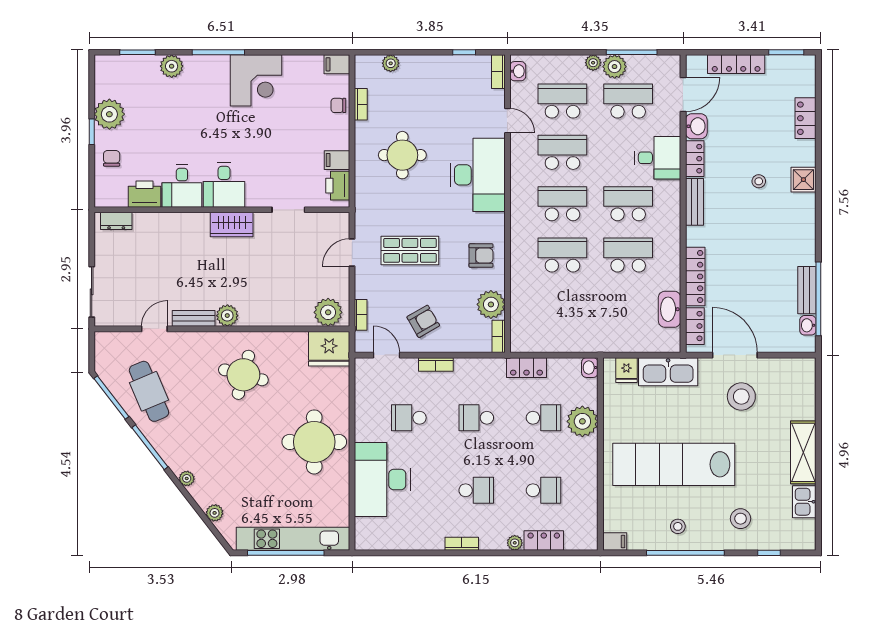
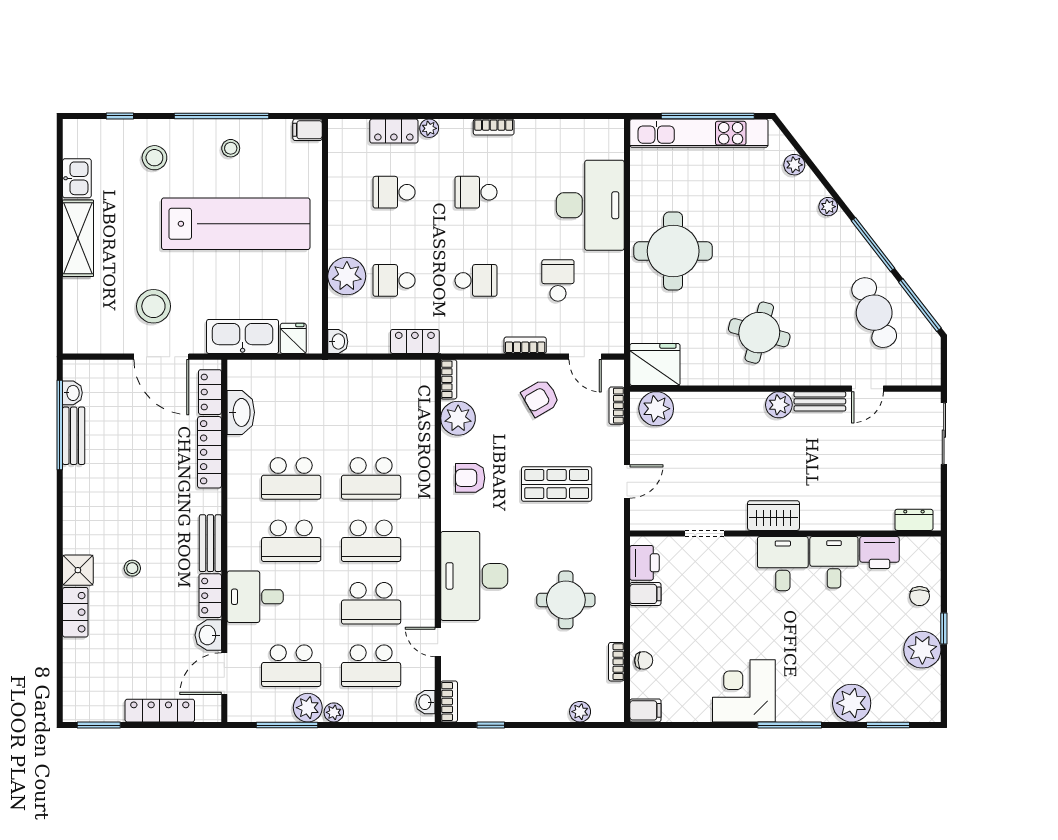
plant: (172, 66) -> (852, 703), width x1.36, depth x1.36
locker: (806, 118) -> (75, 612), moved
school desk: (409, 418) -> (558, 280), turned -90

